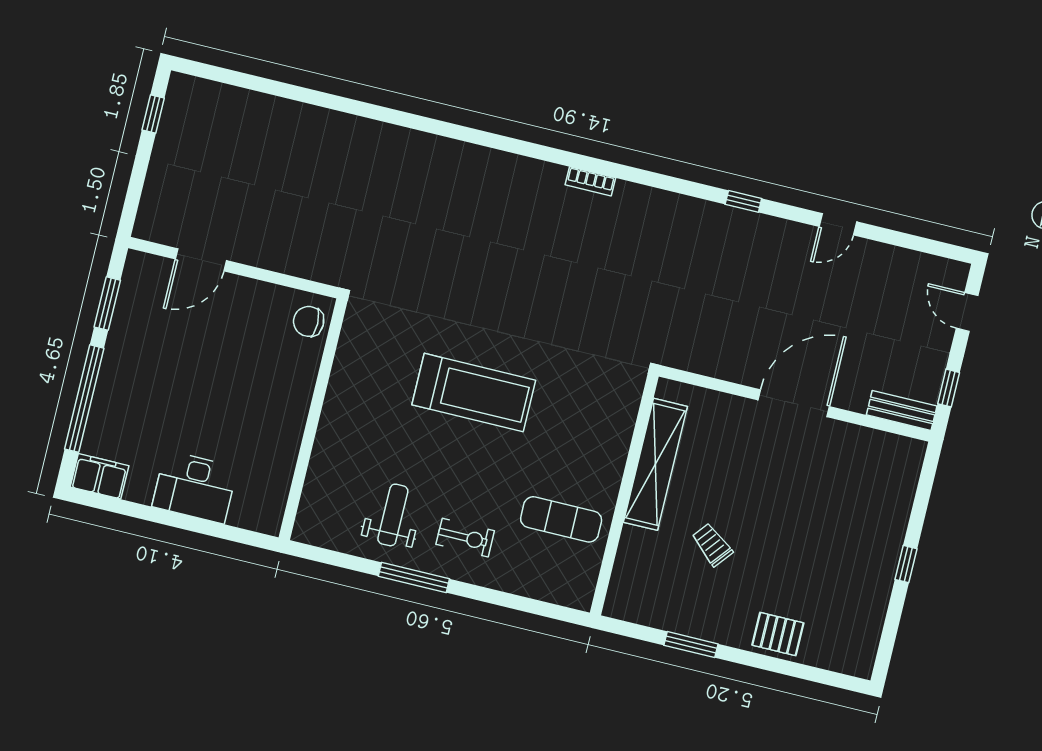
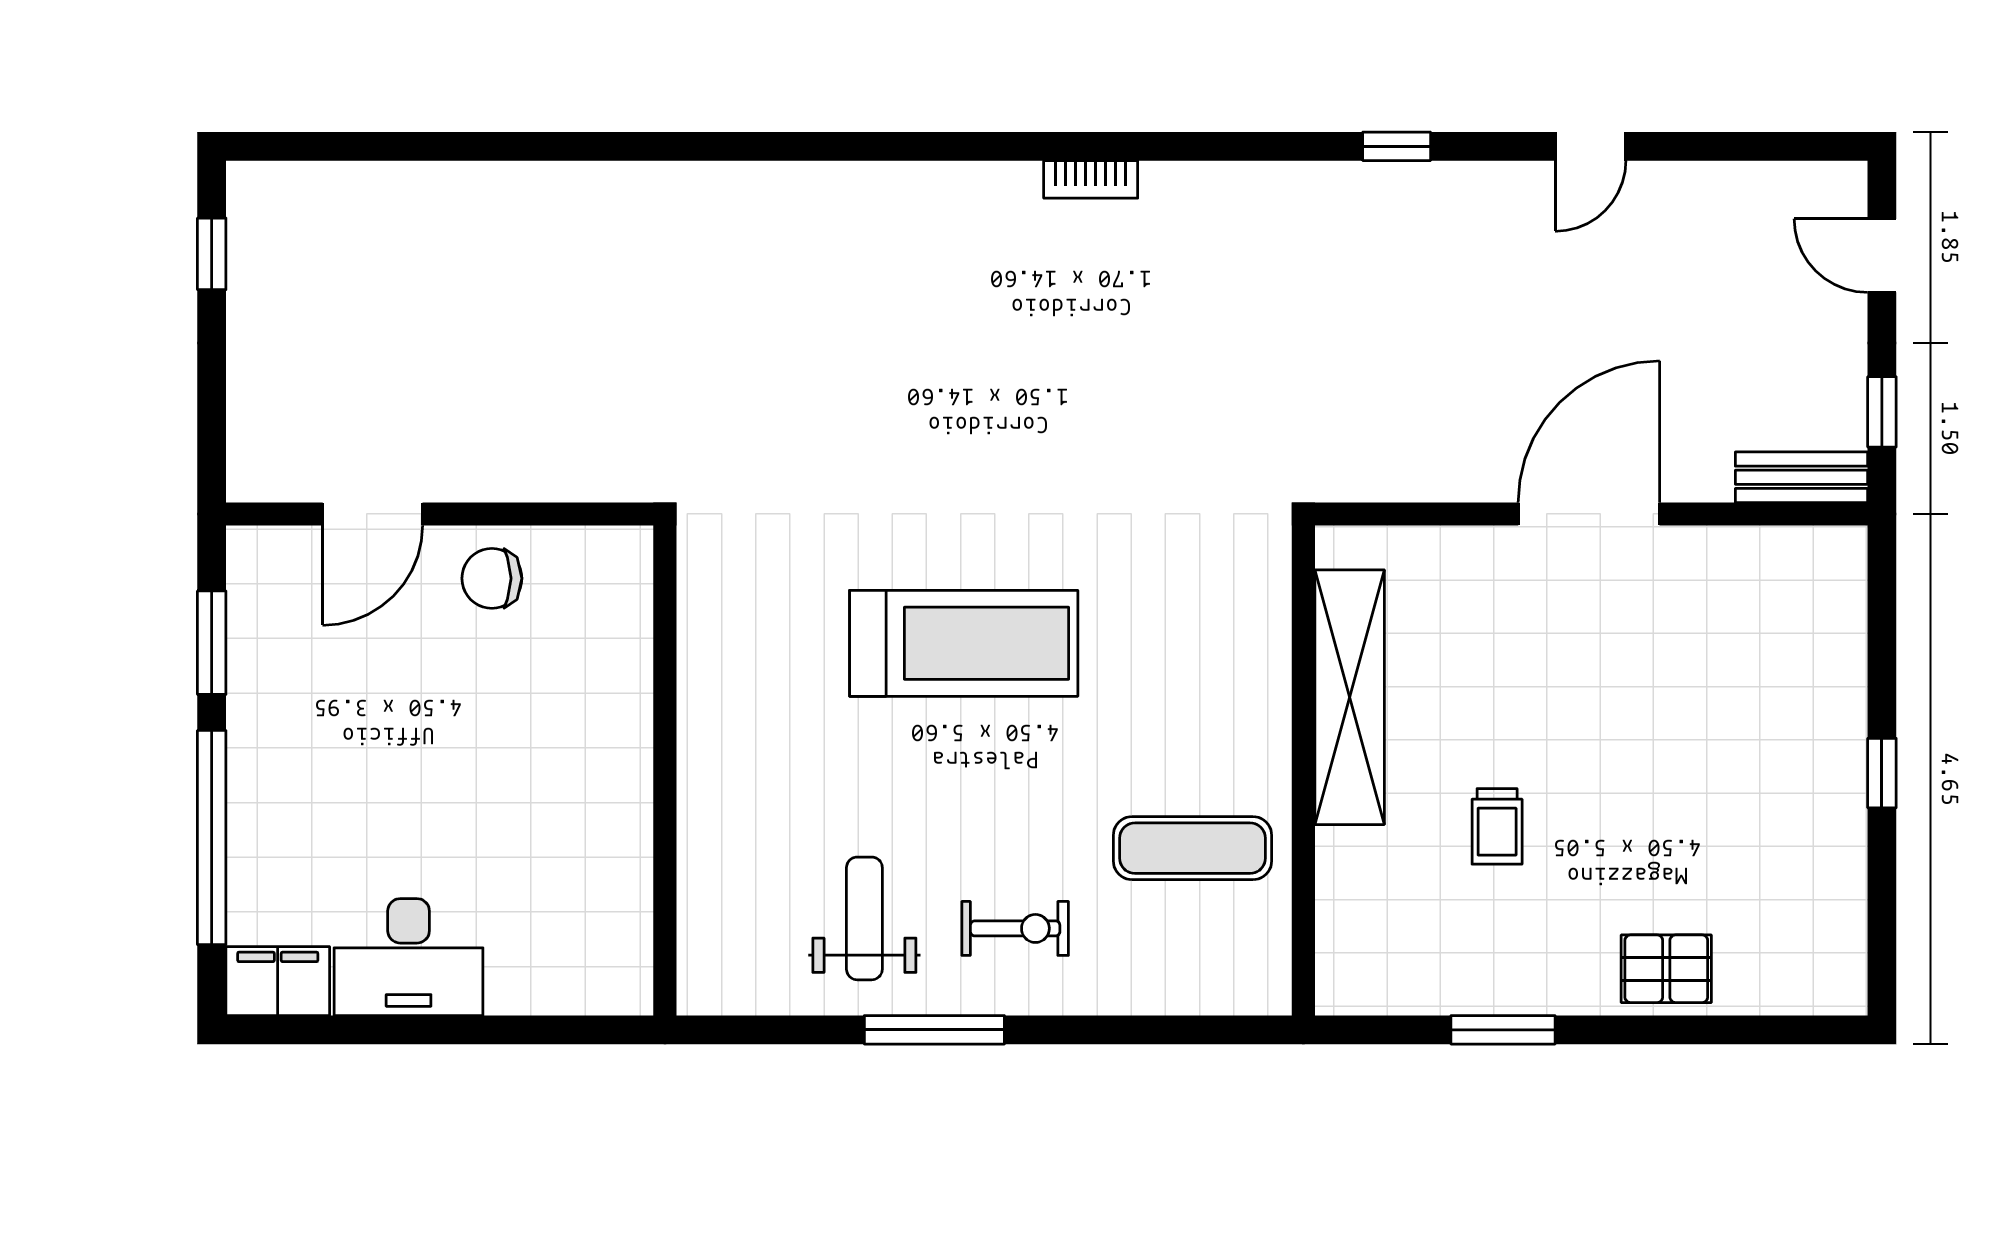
chair: (309, 321) -> (492, 578), moved
desk: (195, 487) -> (409, 957), moved
trolley: (712, 545) -> (1497, 826), turned -129

